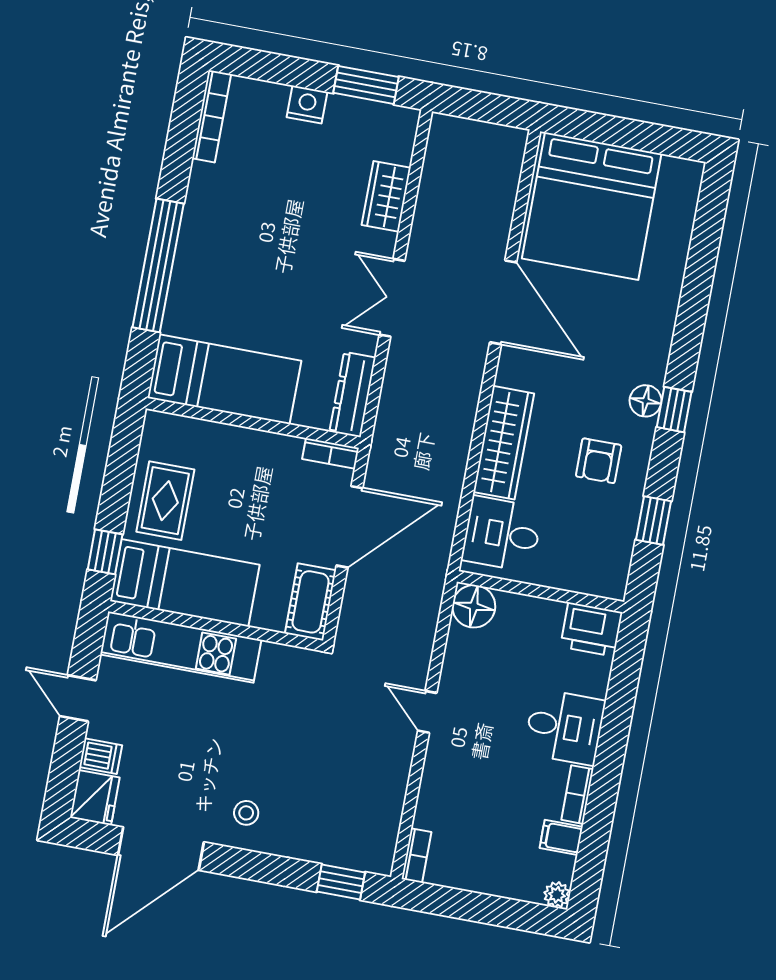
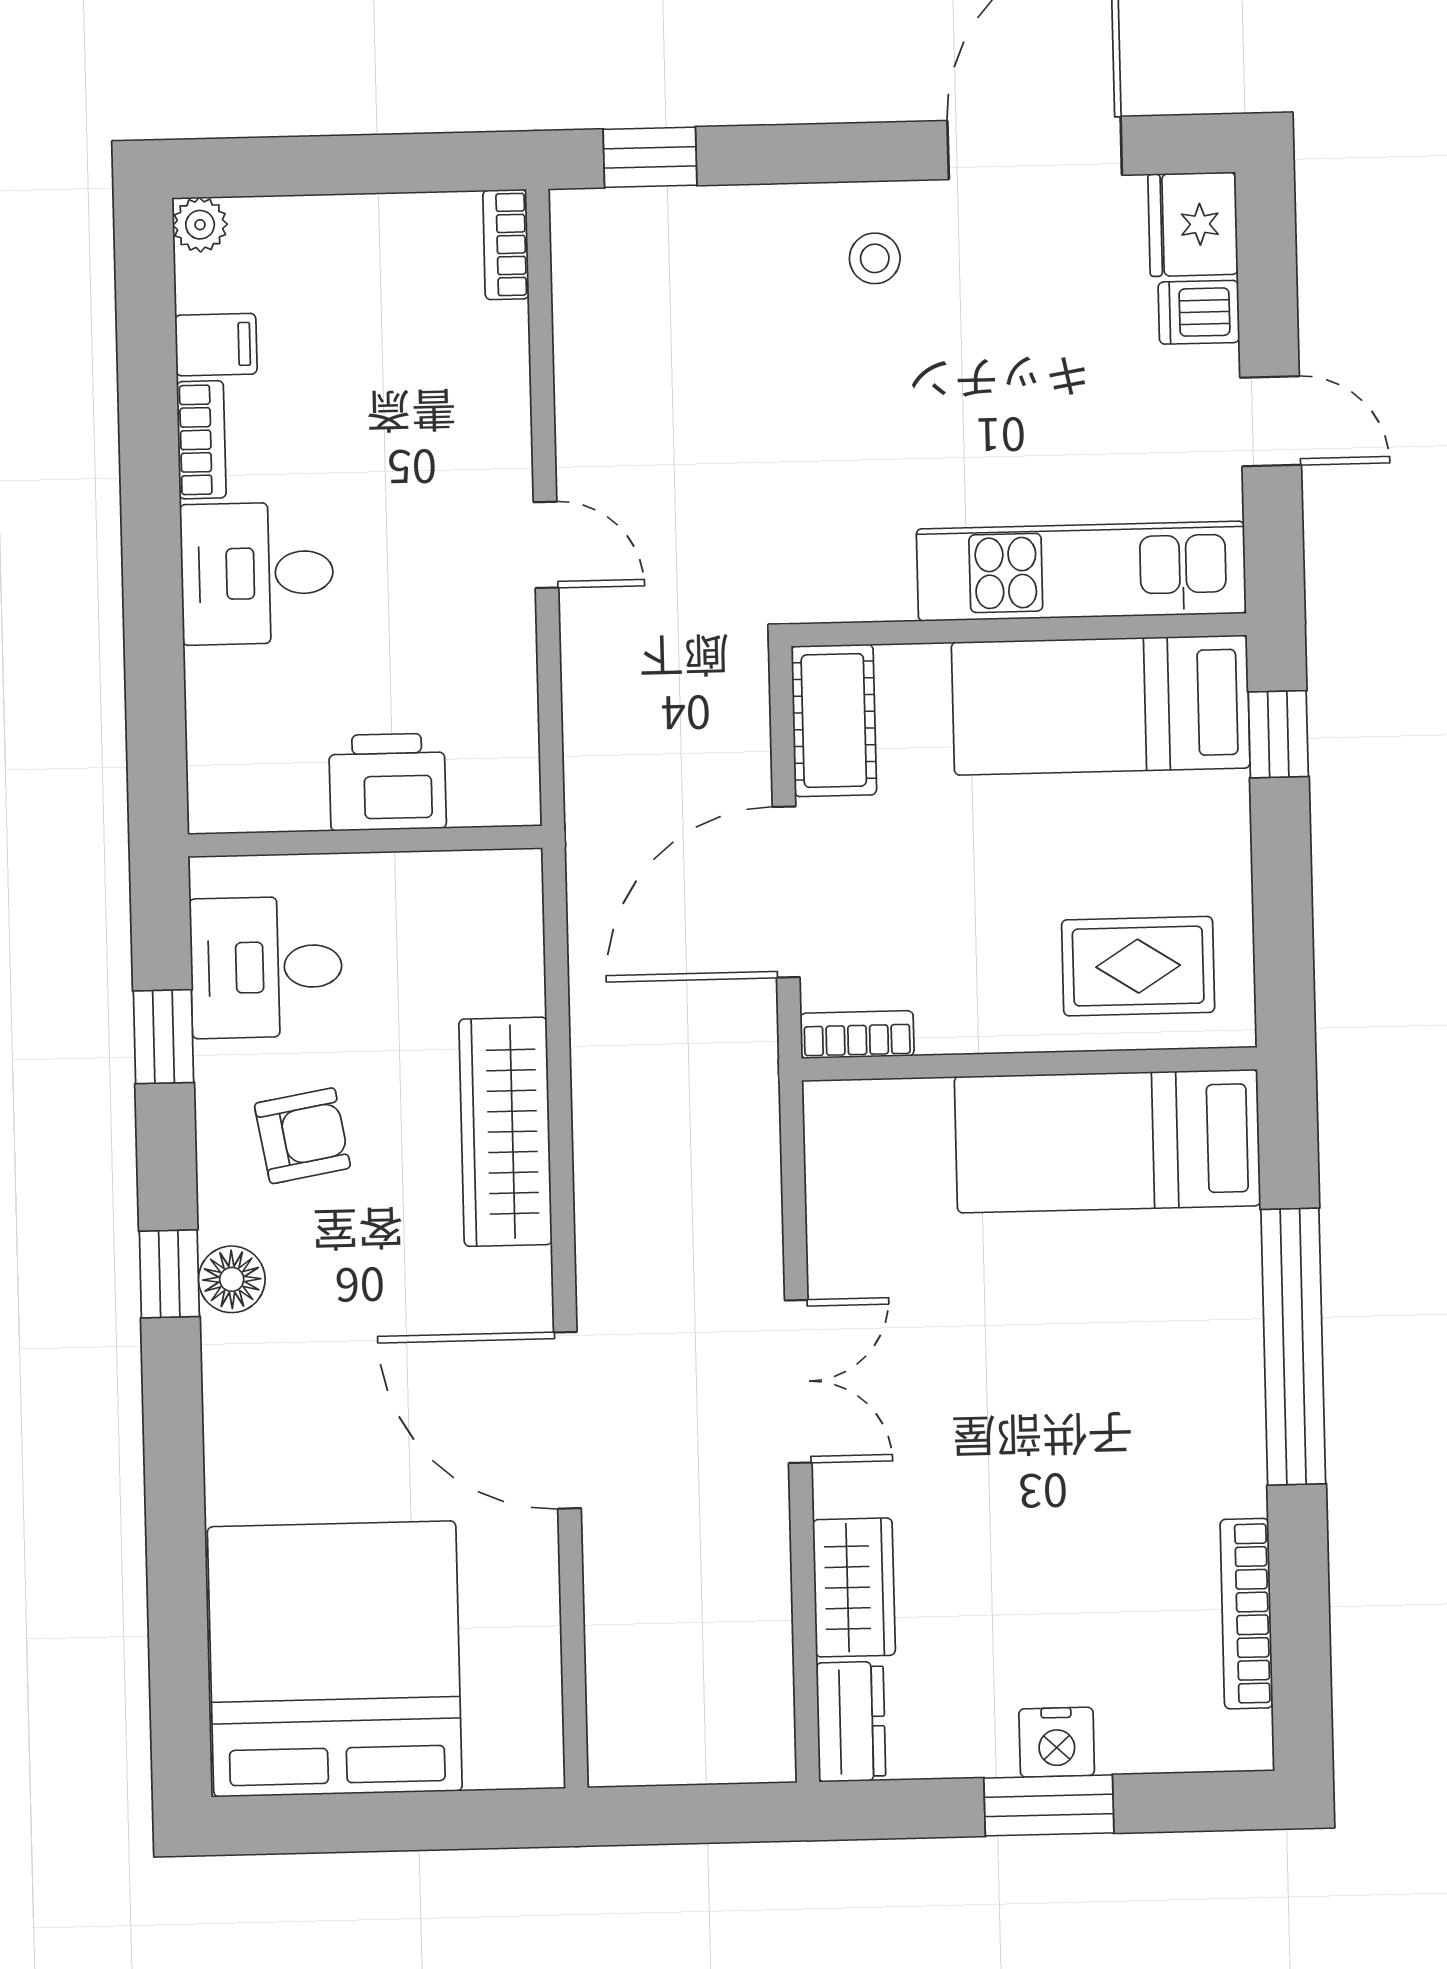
window: (366, 85) -> (1049, 1805), moved
bookcase: (212, 116) -> (1247, 1614), moved
bed: (592, 206) -> (335, 1659), moved
dresser: (353, 395) -> (851, 1722), moved, width x0.70
armchair: (599, 461) -> (302, 1136), turned 80
rug: (165, 501) -> (1138, 966), moved, turned 90
desk: (502, 534) -> (266, 967), moved, turned 180
floor lamp: (474, 606) -> (496, 782), removed
printer: (591, 629) -> (387, 782), moved

